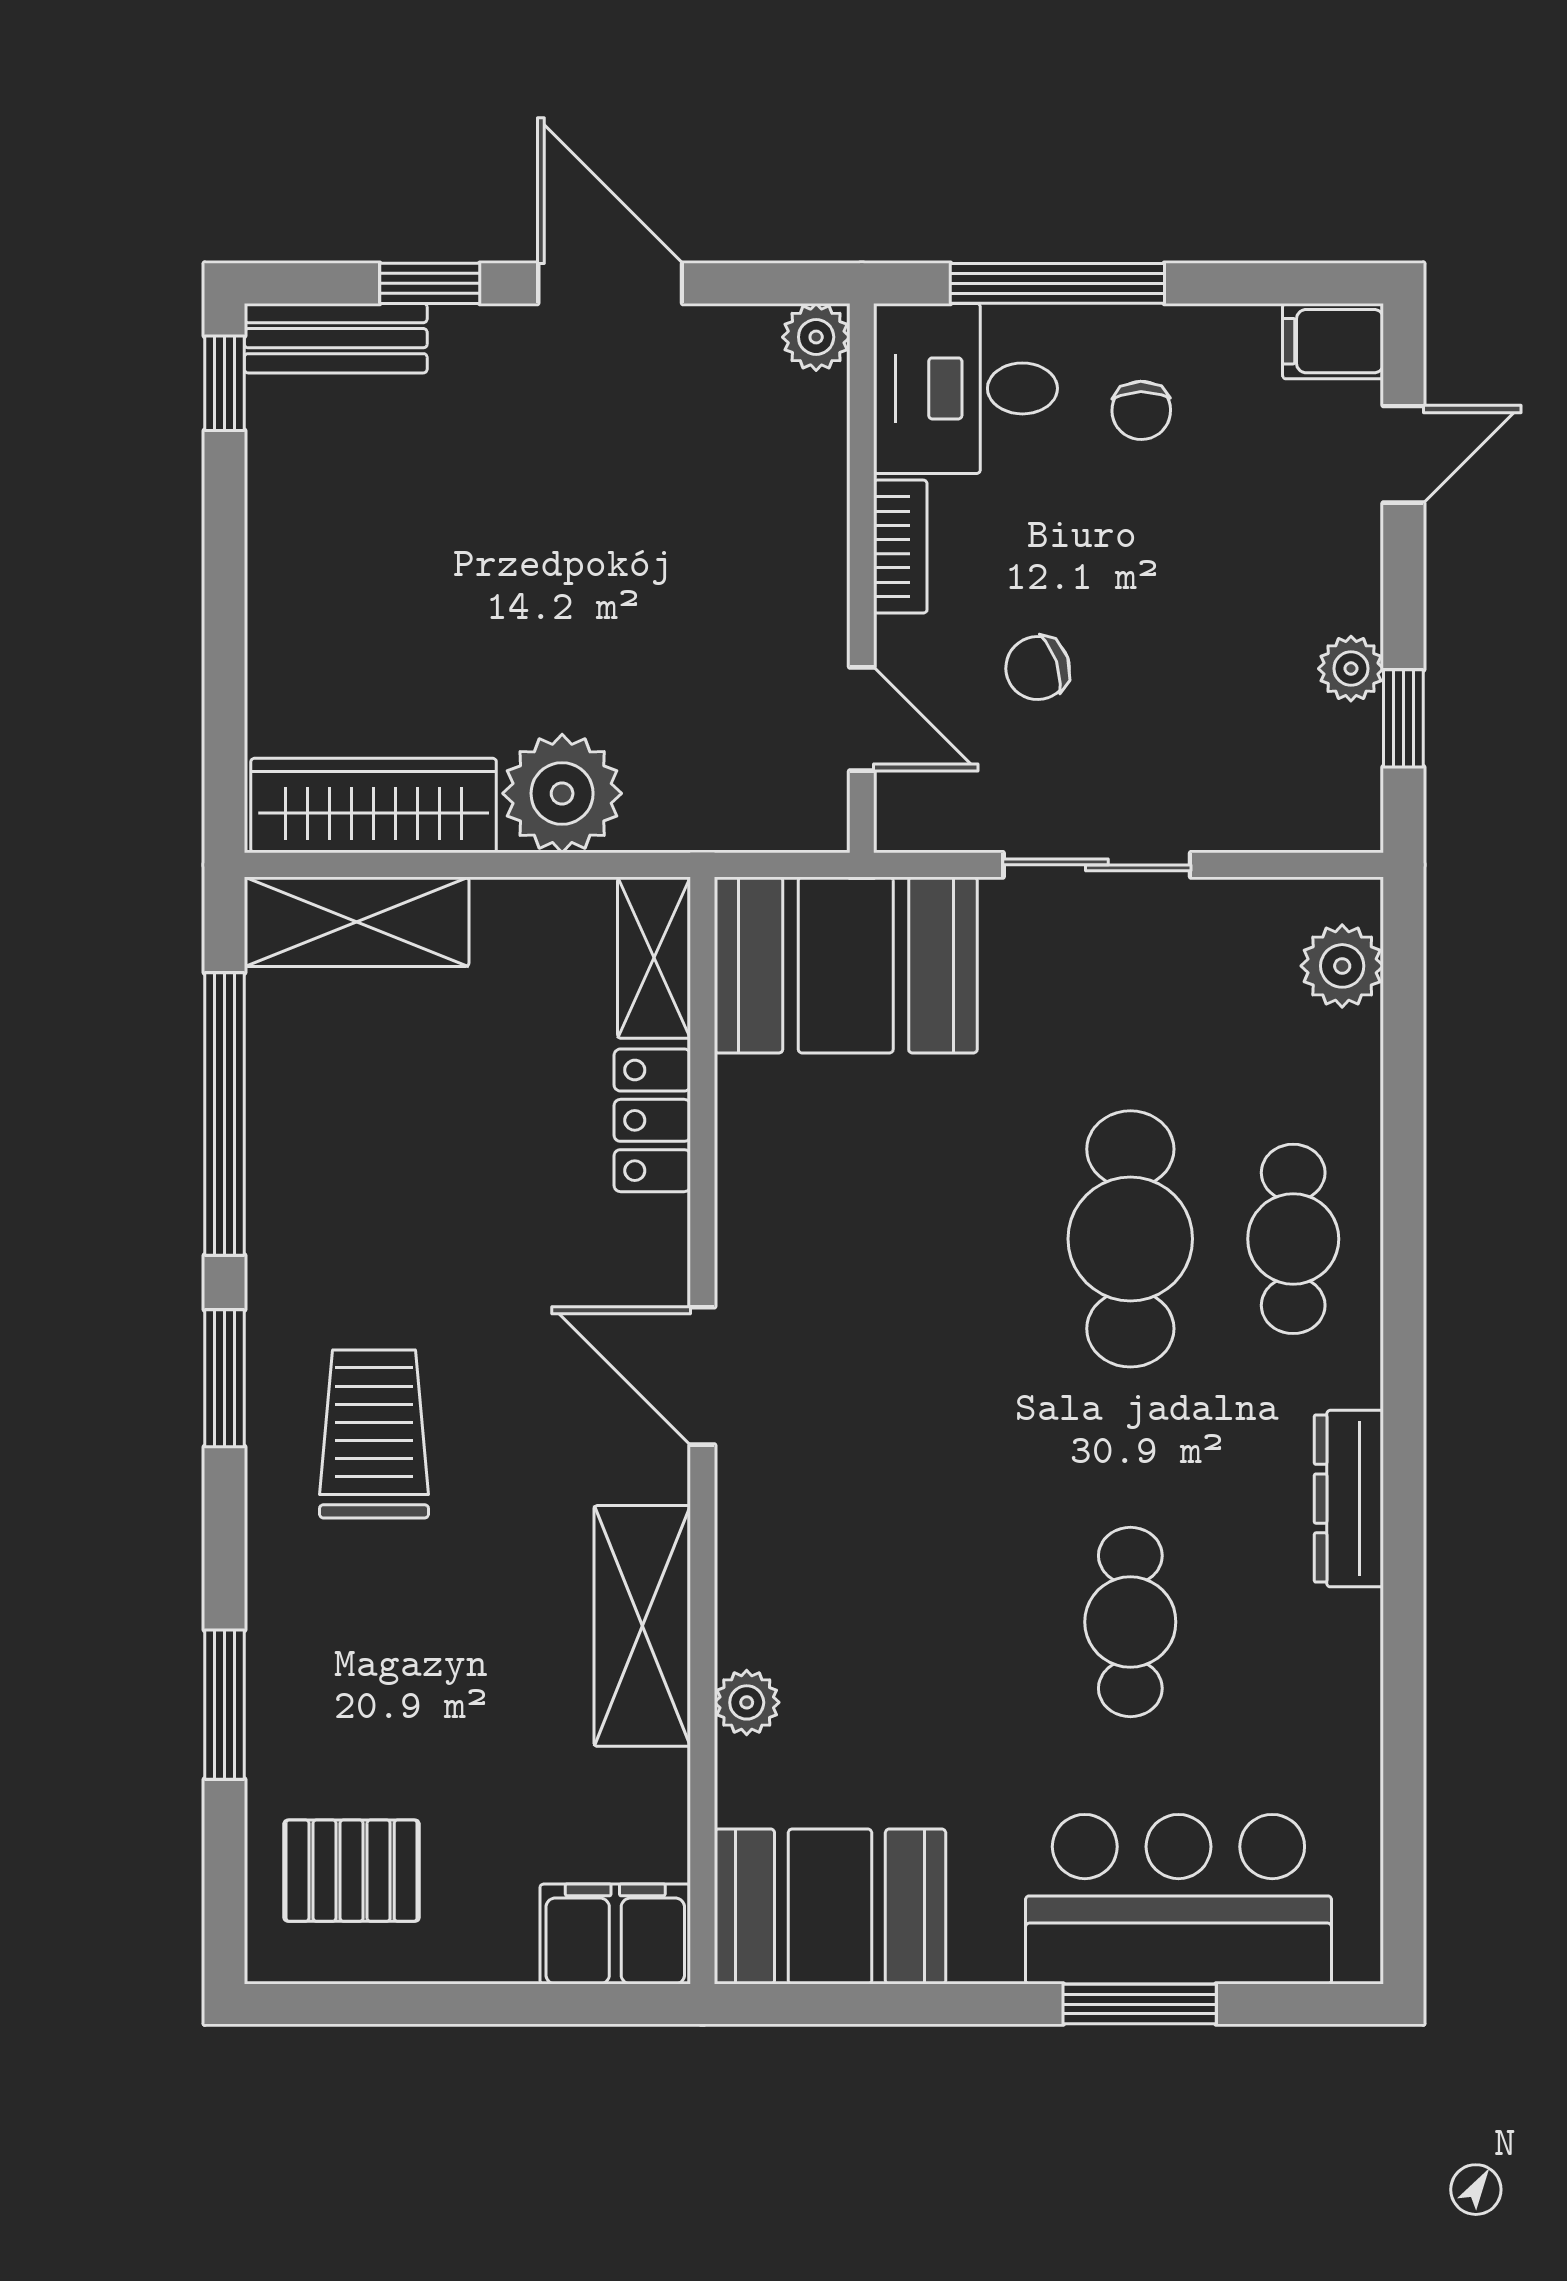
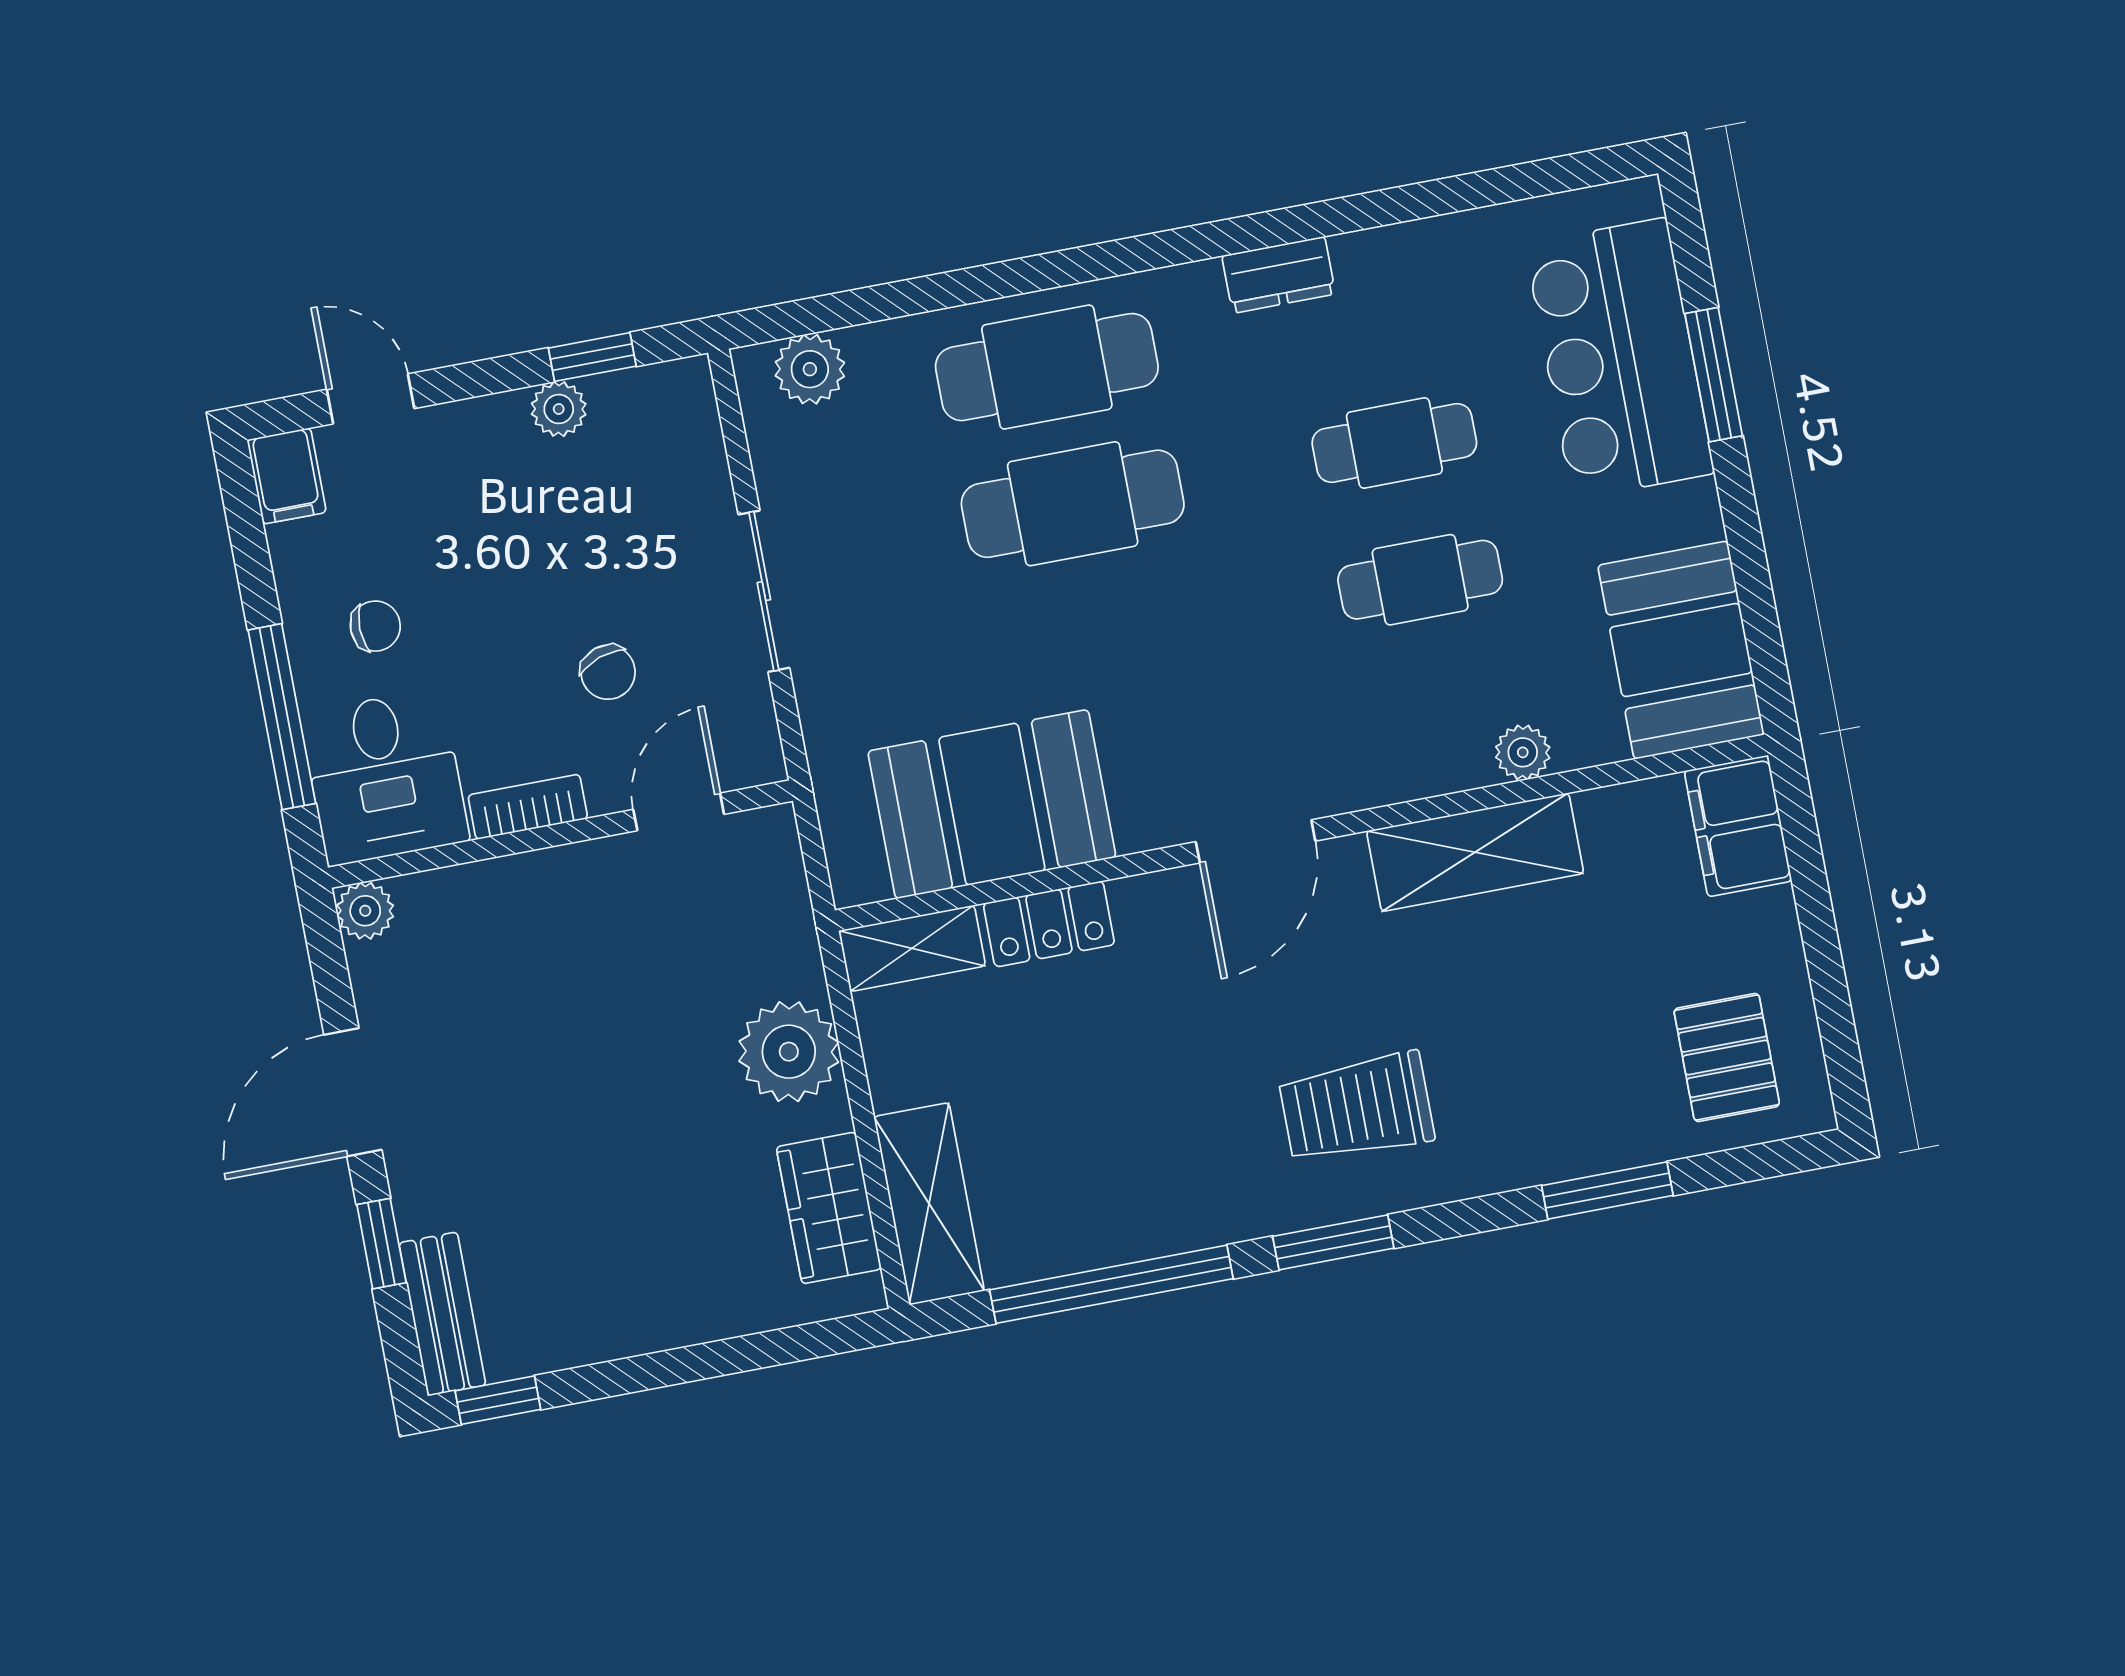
wardrobe: (374, 806) -> (829, 1208), width x0.67
booth: (846, 965) -> (992, 804), moved, turned 90
cafe table: (1293, 1239) -> (1047, 367), width x1.37, depth x1.35
dresser: (1349, 1499) -> (1279, 275), width x0.70
cafe table: (968, 1622) -> (1420, 580), added

